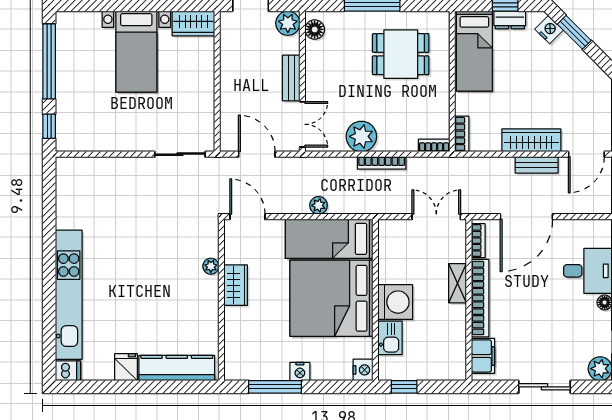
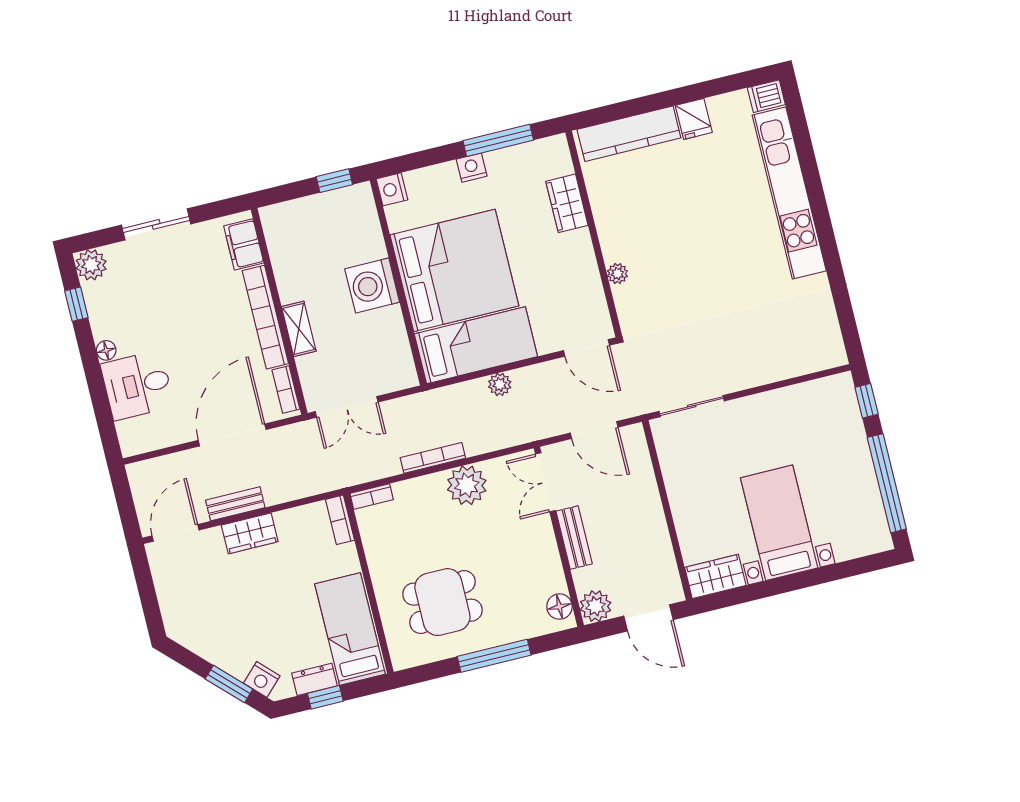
wardrobe: (531, 140) -> (250, 533), width x0.67
wardrobe: (236, 285) -> (567, 203), moved
kitchen sink: (390, 338) -> (368, 238), removed

